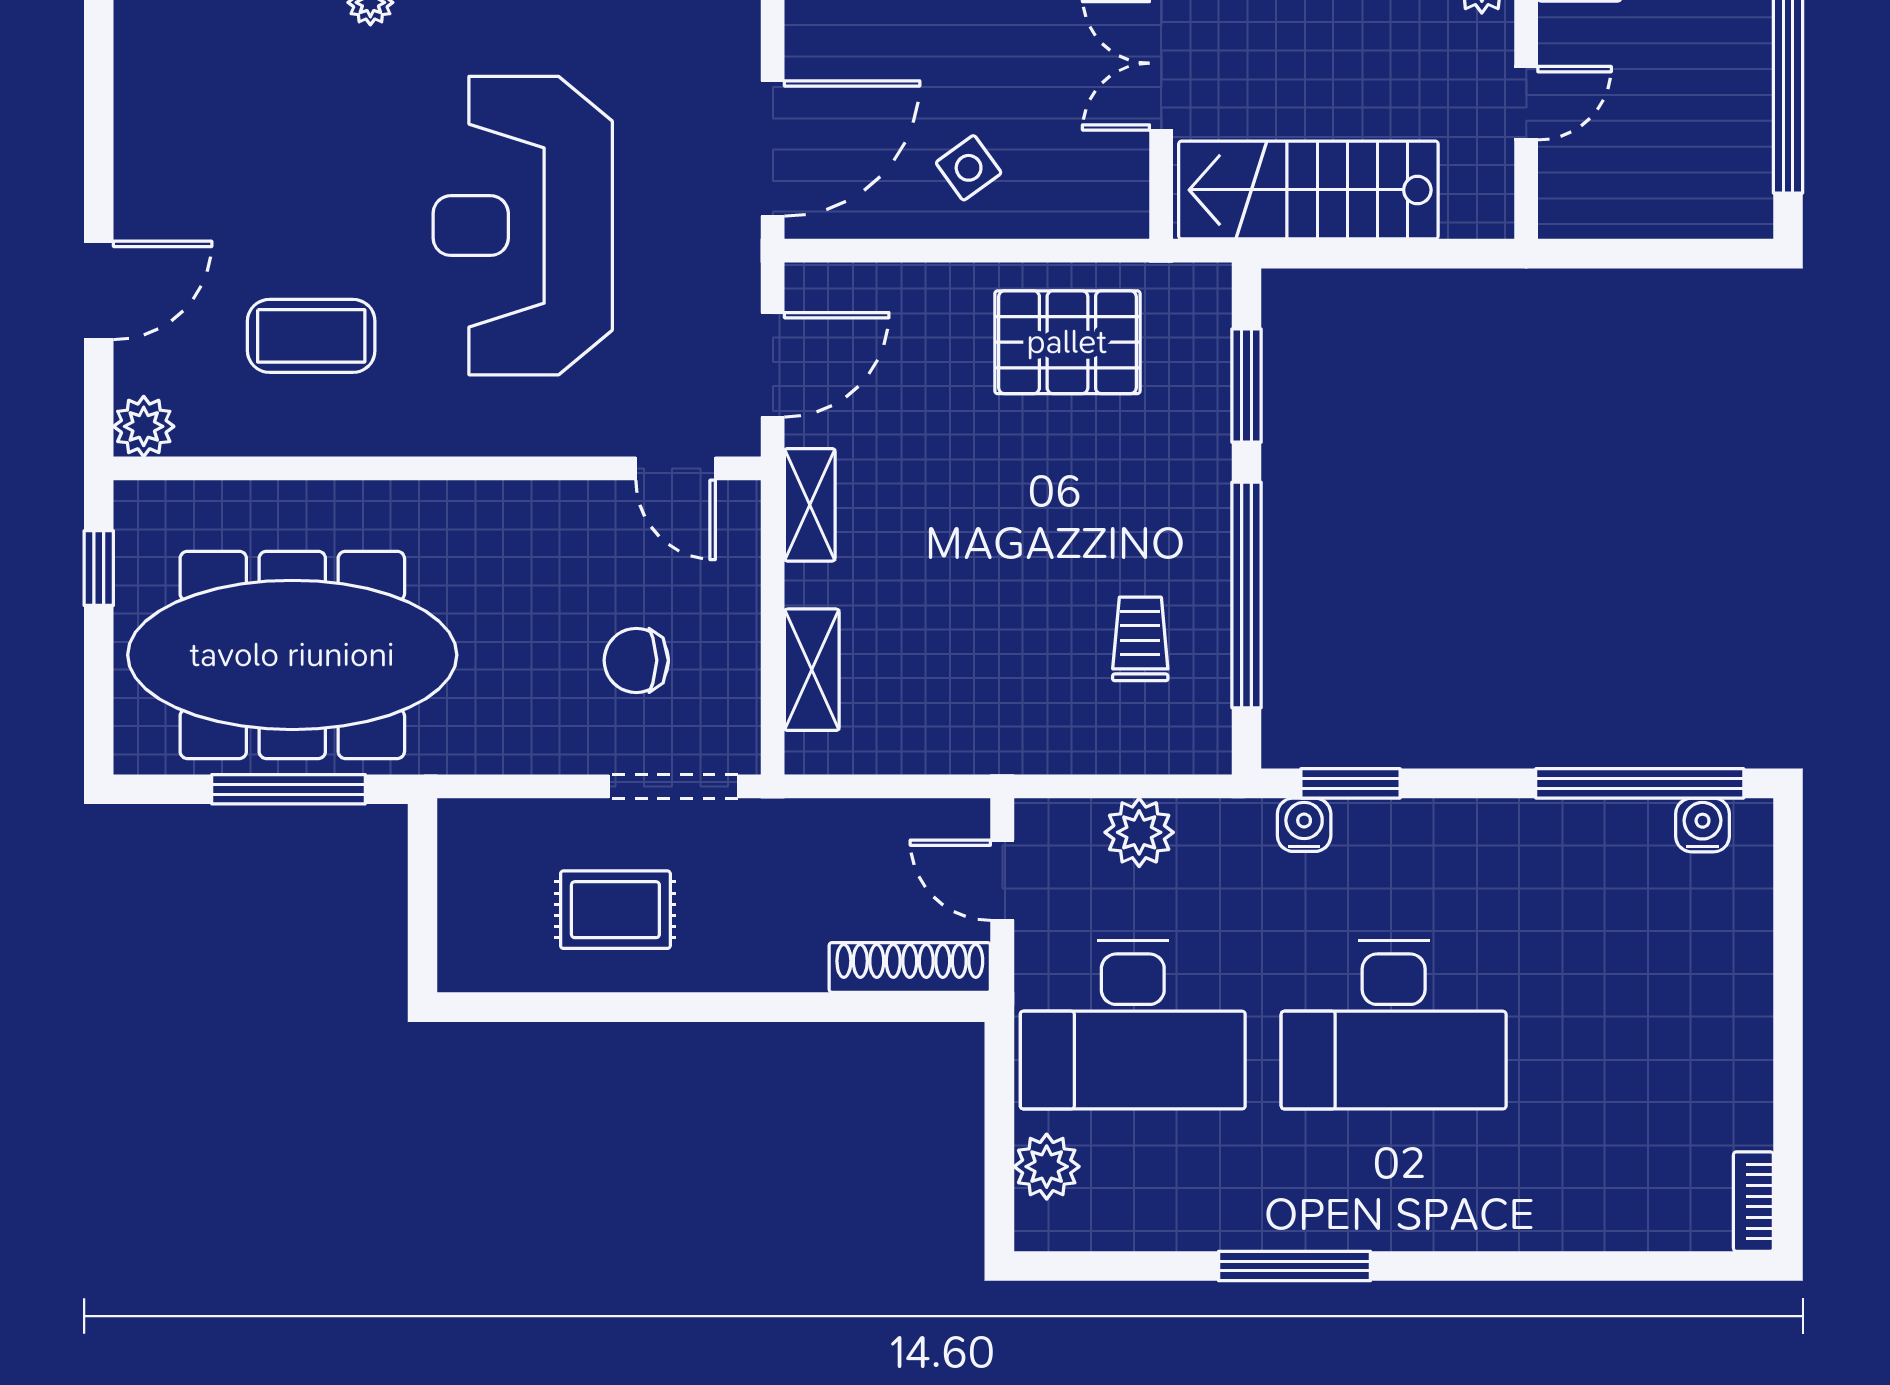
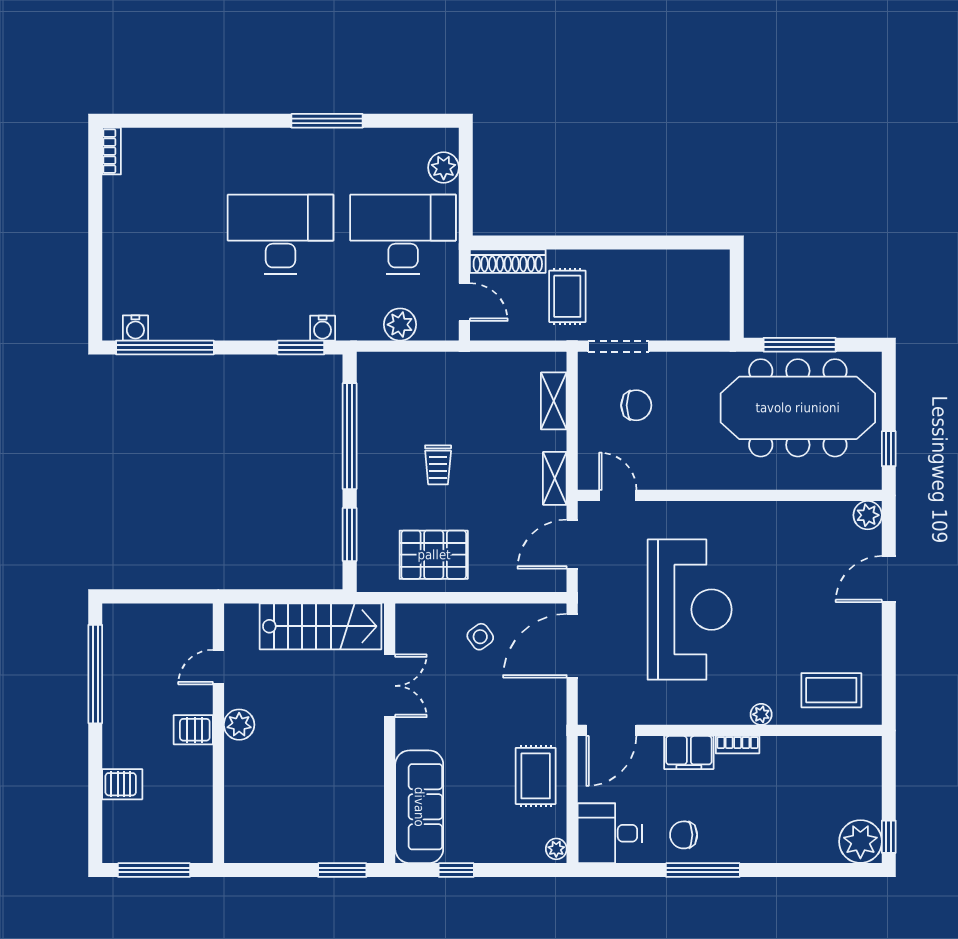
coffee table: (311, 336) -> (831, 690), moved
trolley: (1140, 639) -> (438, 465), moved
rug: (615, 910) -> (567, 296), moved, turned 90

